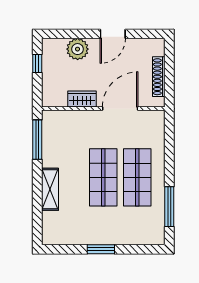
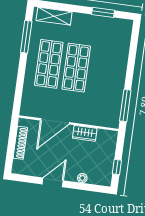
plant: (78, 49) -> (82, 178), width x0.53, depth x0.53
shelving: (50, 189) -> (54, 16), moved, turned 90
window: (101, 249) -> (103, 12), moved

